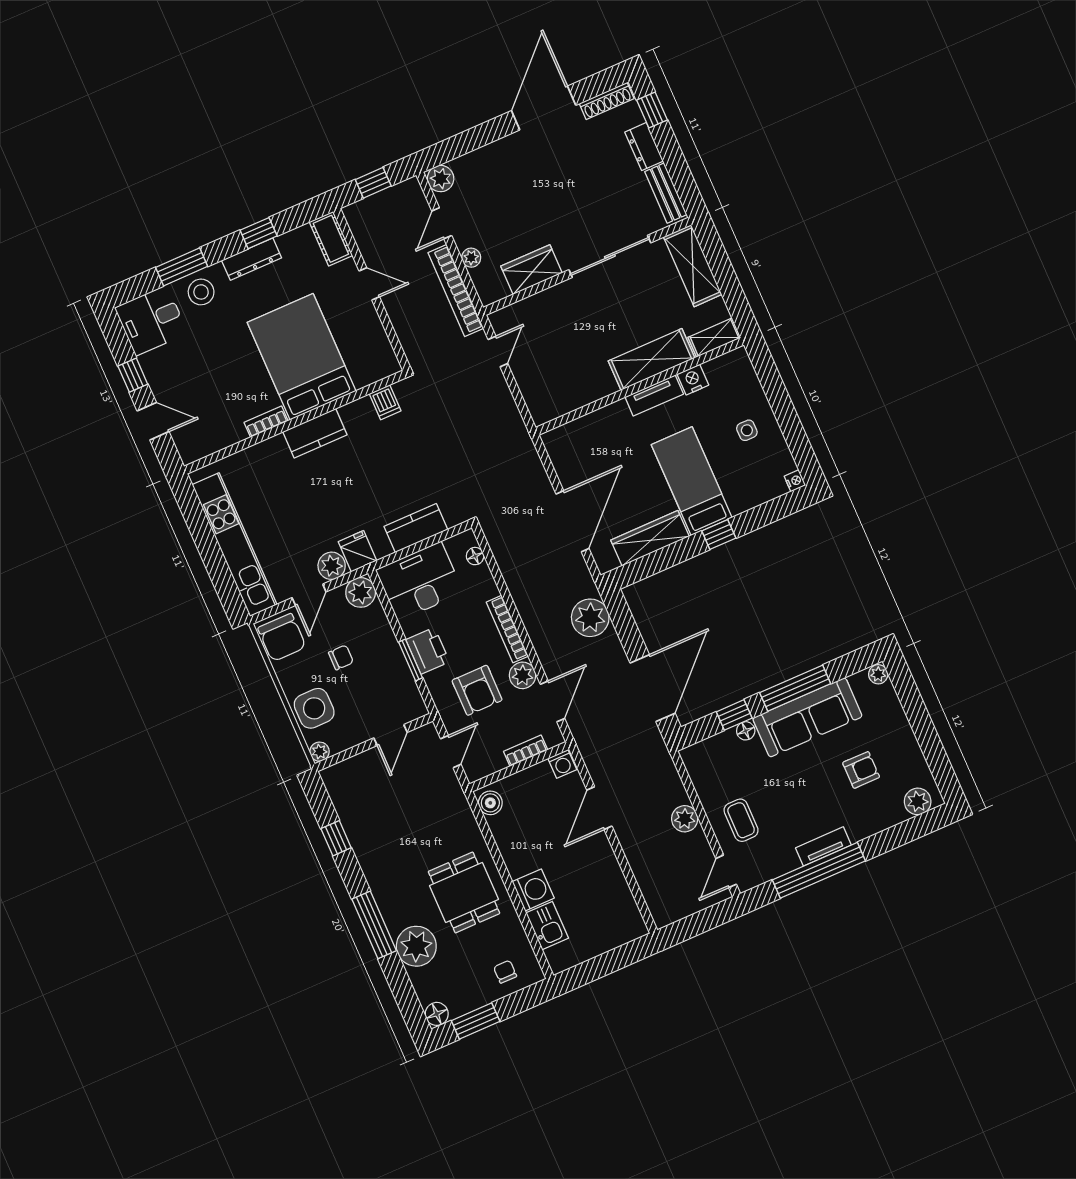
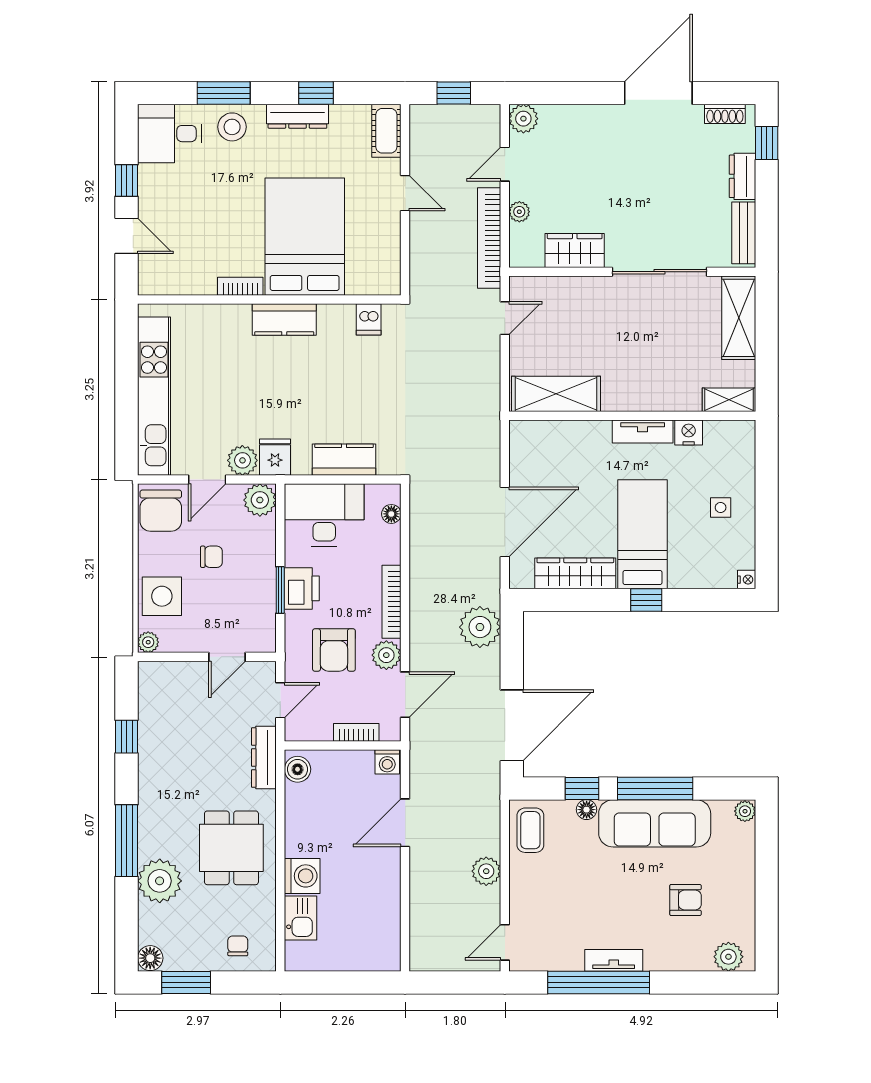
shoe rack: (607, 101) -> (725, 114), width x0.70
shelving: (651, 359) -> (556, 394), moved
dresser: (458, 805) -> (264, 758), added
coffee table: (741, 820) -> (530, 830), moved

